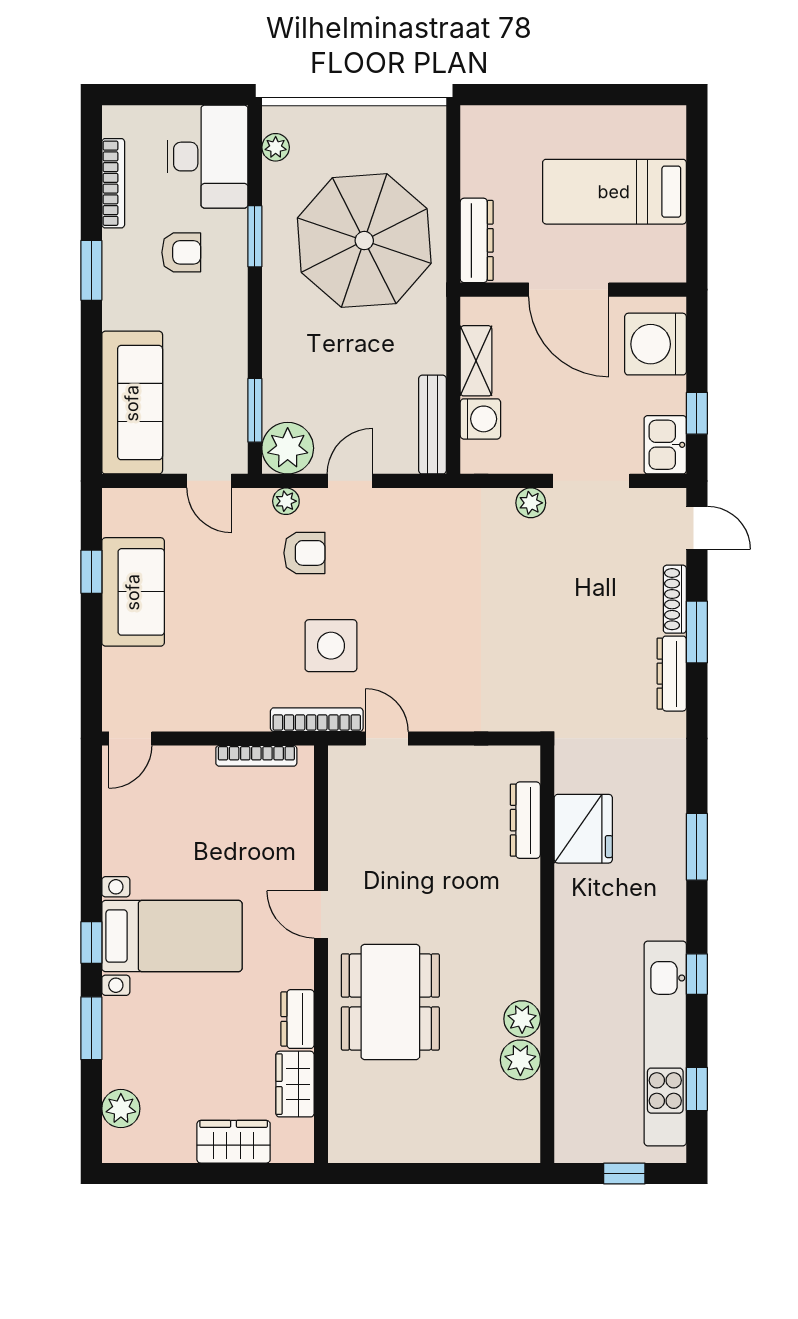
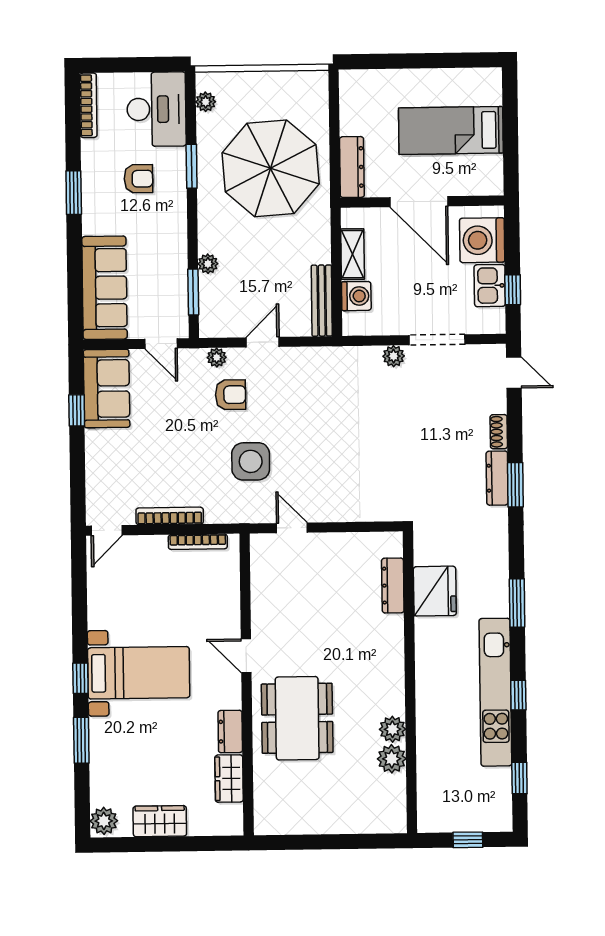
bookcase: (113, 183) -> (88, 105), moved
kitchen sink: (665, 445) -> (490, 286), moved
plant: (288, 448) -> (208, 264), moved, width x0.53, depth x0.53
sofa: (133, 592) -> (107, 389), moved
shoe rack: (675, 599) -> (499, 432), width x0.70
window: (697, 632) -> (515, 485), moved
bookcase: (317, 720) -> (170, 516), moved
kitchen unit: (665, 1043) -> (495, 692), moved
plant: (121, 1109) -> (104, 821), moved
wardrobe: (234, 1142) -> (160, 821), moved

